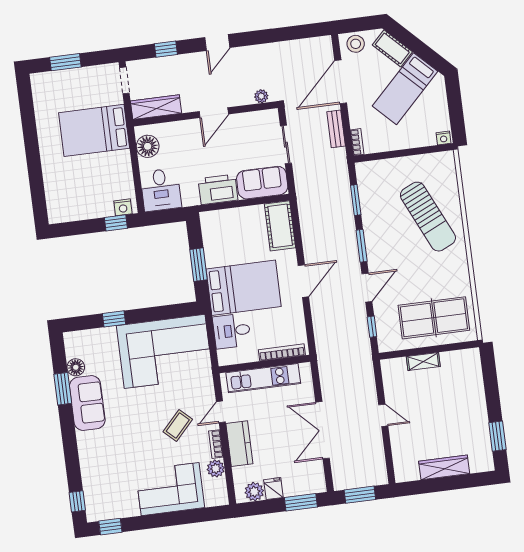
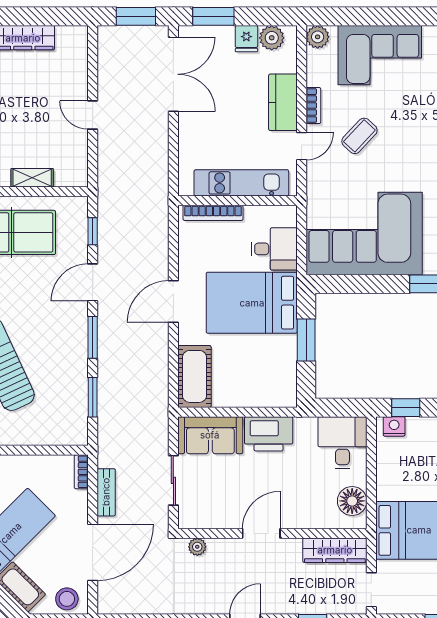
double door: (322, 430) -> (173, 74), moved
plant: (216, 468) -> (318, 37), moved

